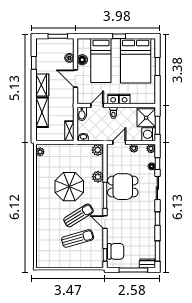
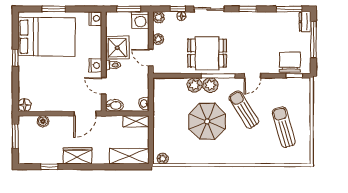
floor lamp: (82, 60) -> (25, 105), moved
bed: (101, 60) -> (46, 81), removed
door: (75, 78) -> (85, 113), moved
nightstand: (125, 99) -> (95, 18), moved
shelving: (42, 112) -> (129, 156), moved
shower: (146, 118) -> (117, 48), moved
plant: (98, 150) -> (210, 85), moved
dining table: (123, 187) -> (207, 53), turned 90
sun lounger: (78, 238) -> (284, 127), moved

